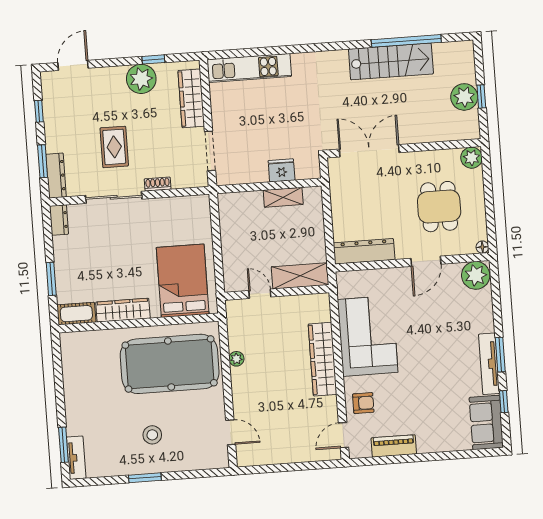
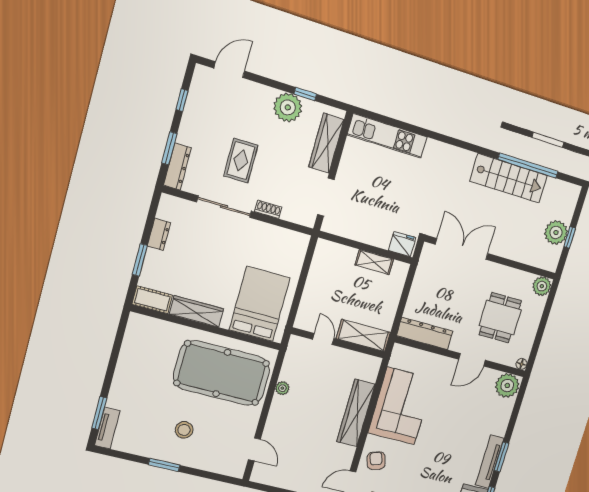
fridge: (282, 170) -> (402, 244), moved
dresser: (59, 220) -> (159, 234), moved
armchair: (363, 403) -> (376, 461), turned -107

